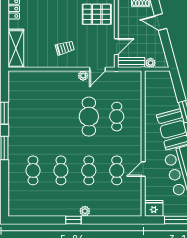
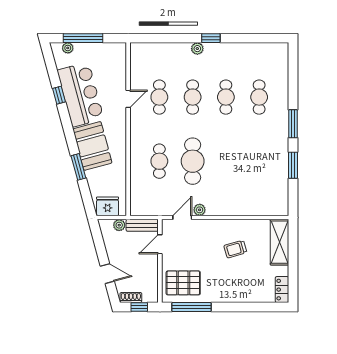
trolley: (65, 48) -> (235, 249), moved
fridge: (154, 208) -> (108, 206), moved, turned 180

